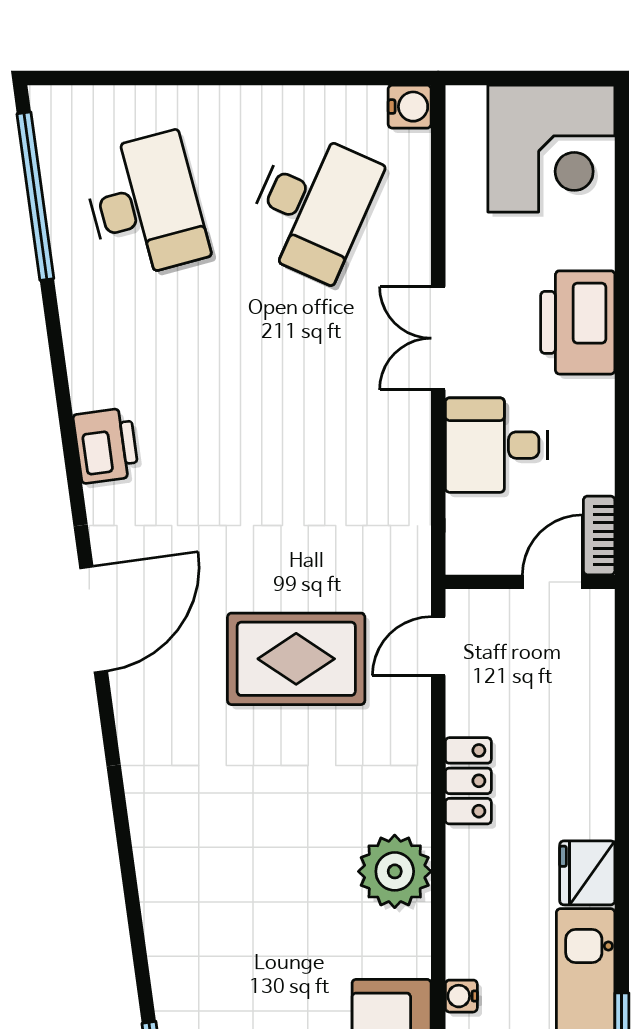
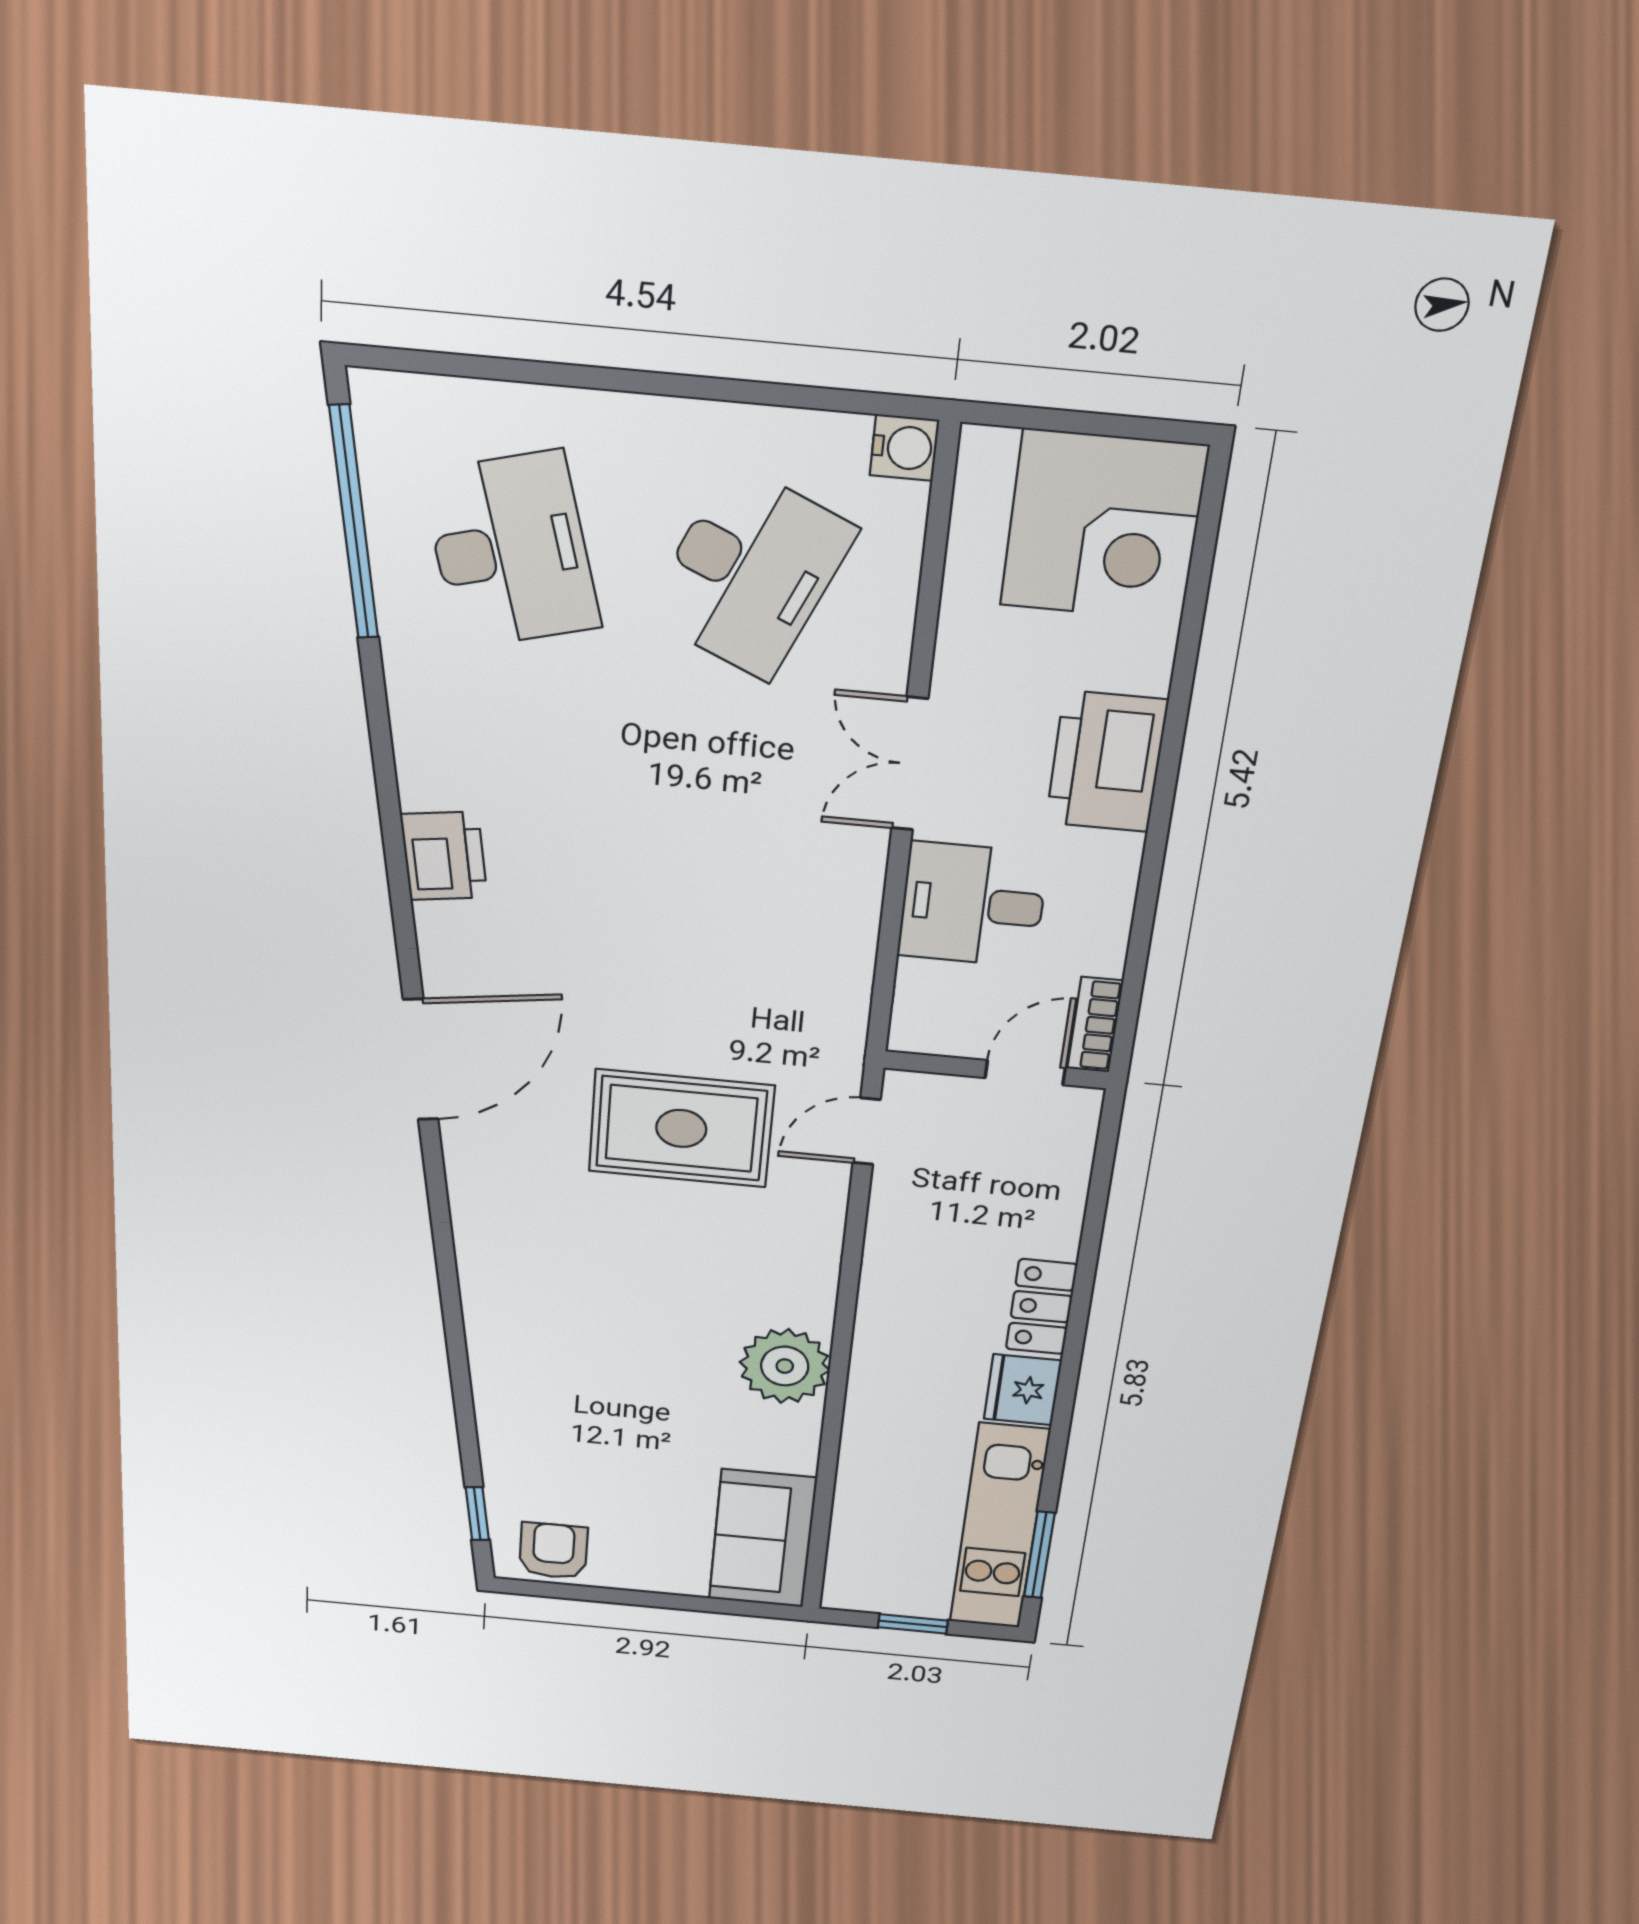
locker: (468, 781) -> (1041, 1307), moved, turned 180
water cooler: (461, 996) -> (852, 1497), removed

